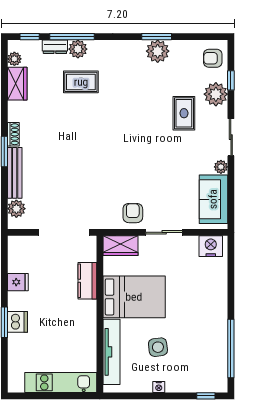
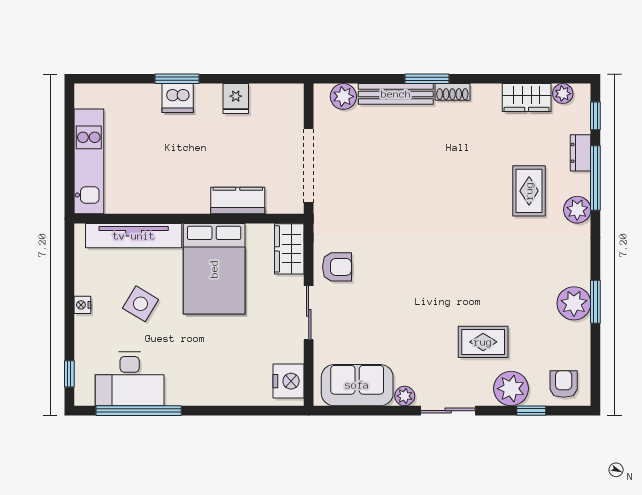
plant: (78, 49) -> (577, 210), moved
side table: (158, 347) -> (141, 304), turned 38
desk: (209, 355) -> (130, 379), added

